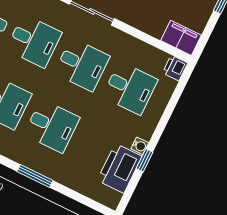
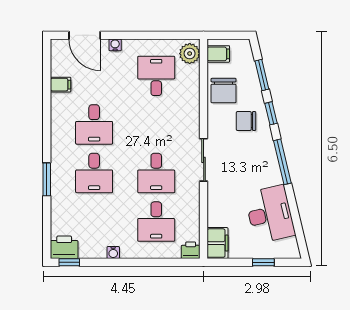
desk: (34, 41) -> (156, 124), removed
window: (144, 160) -> (69, 262), moved
printer: (120, 168) -> (64, 247), moved, width x0.73, depth x0.84

